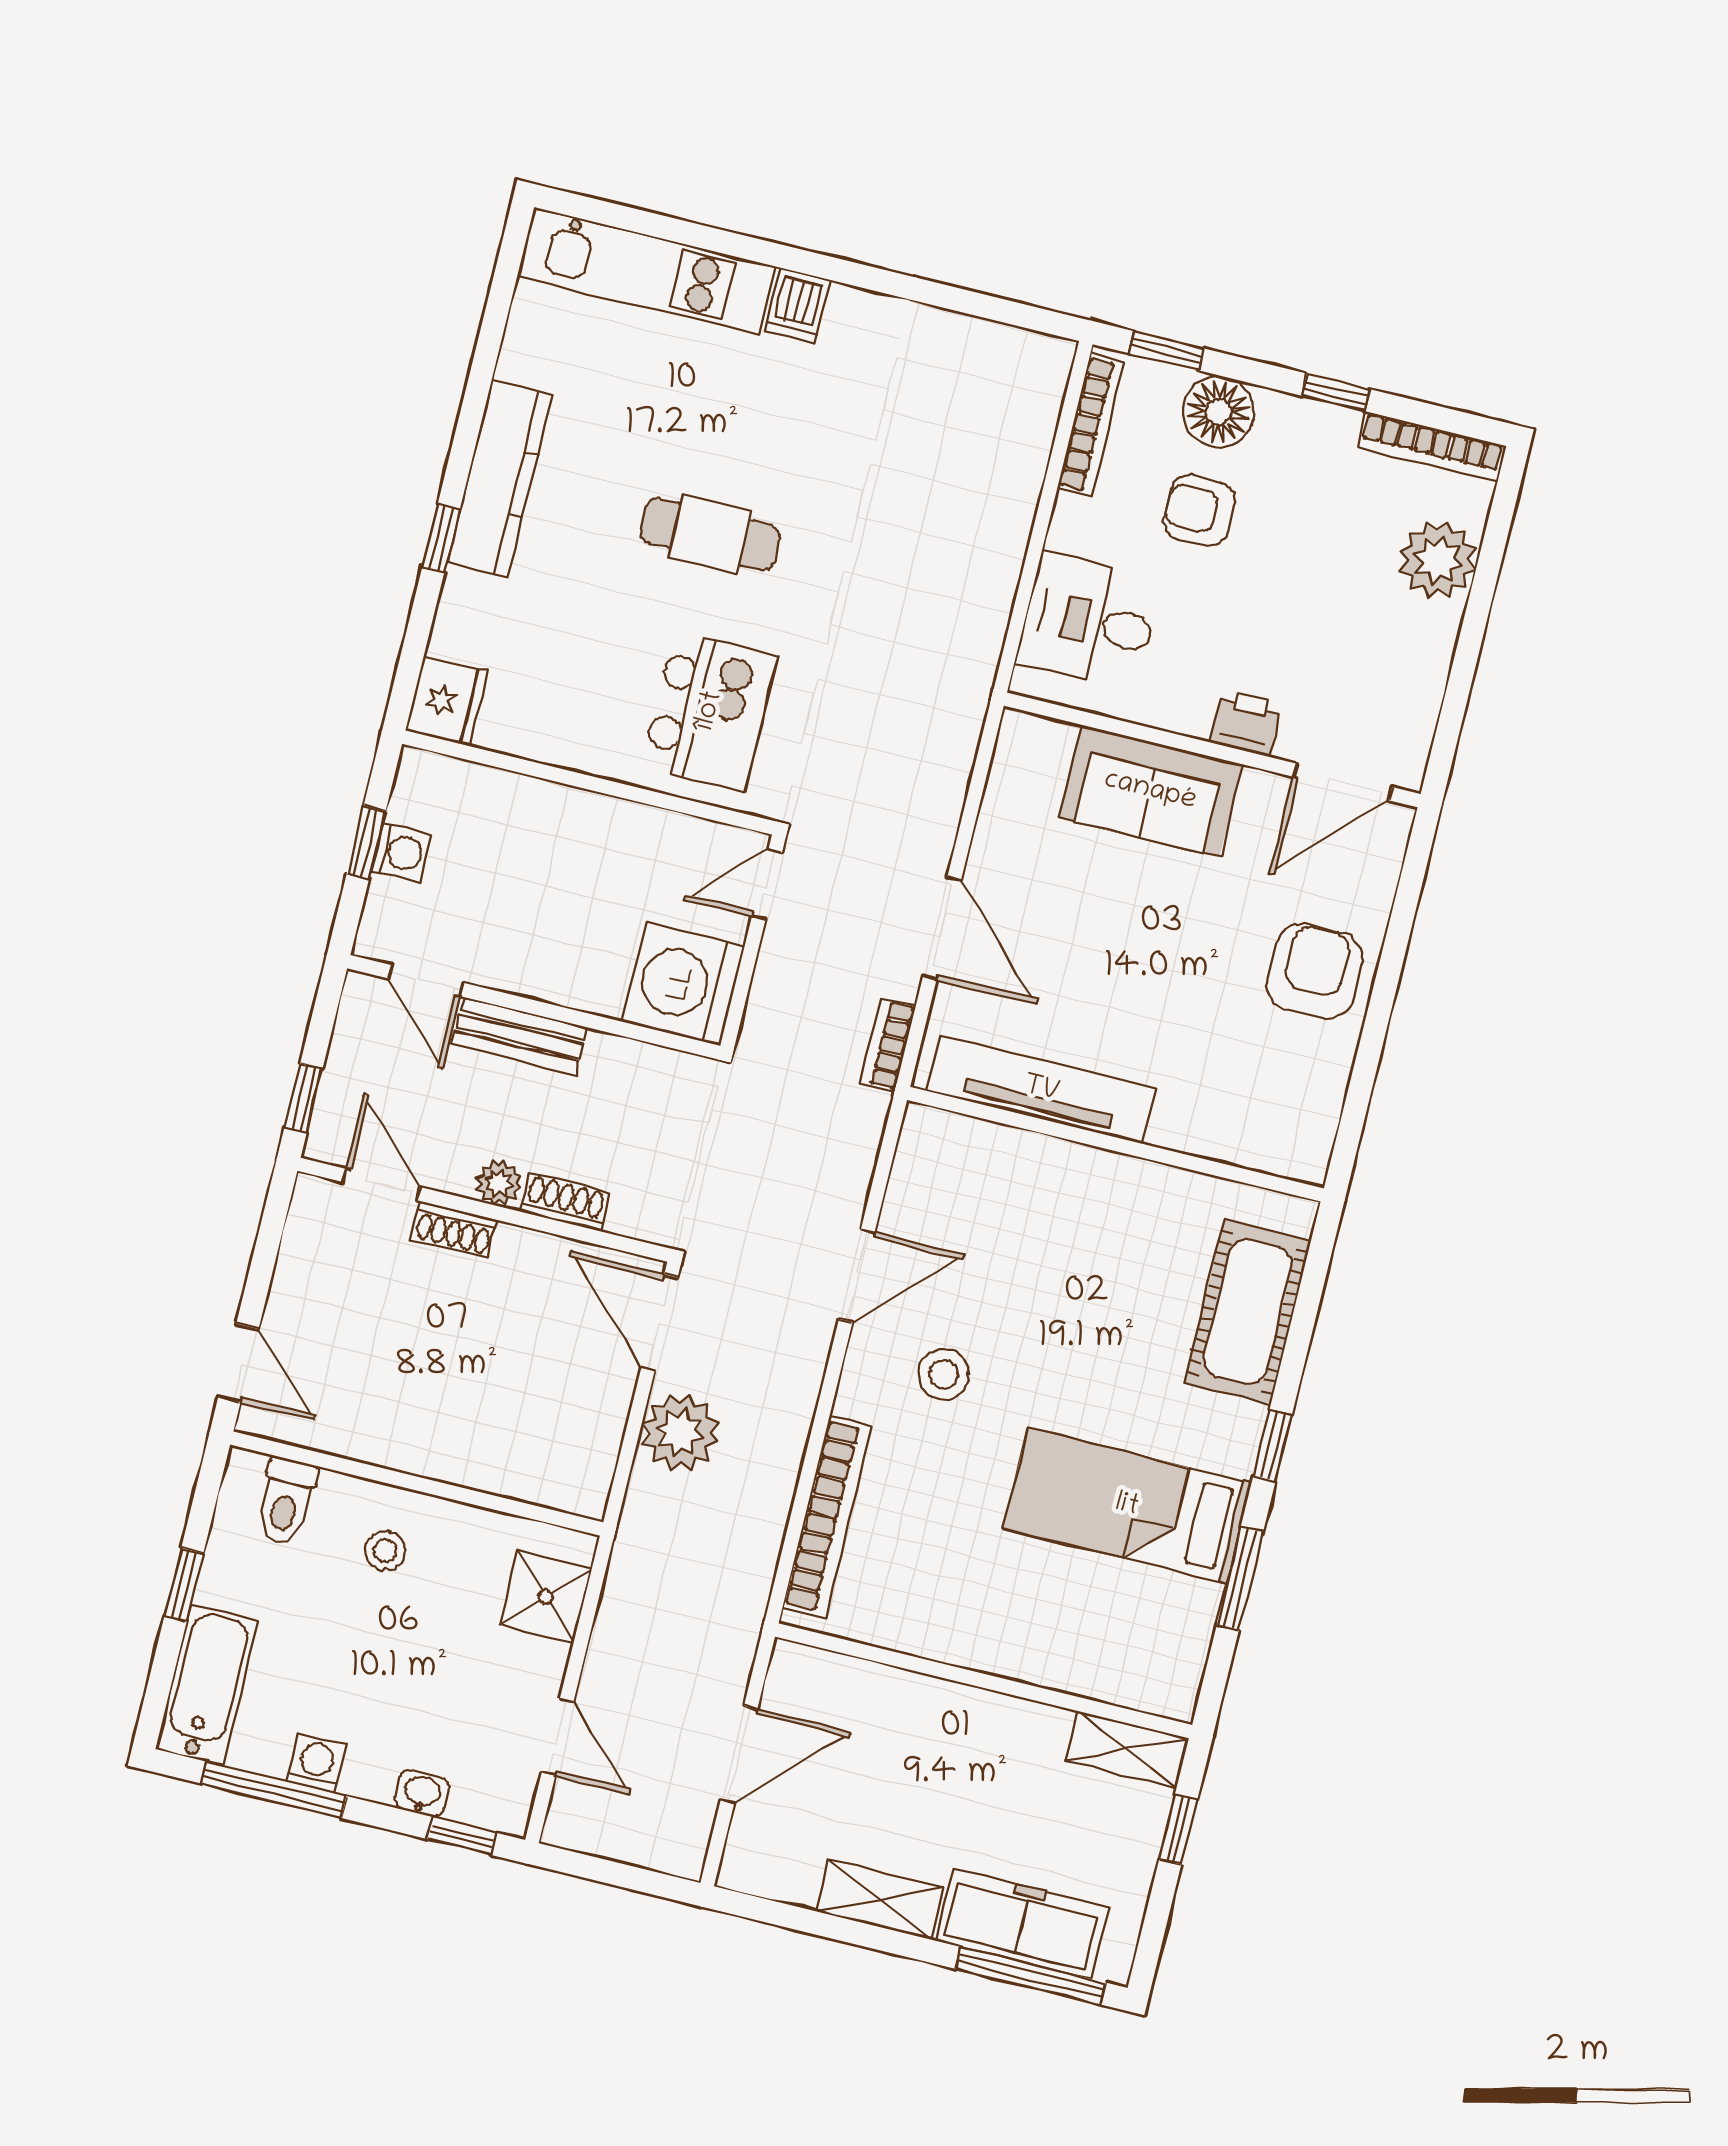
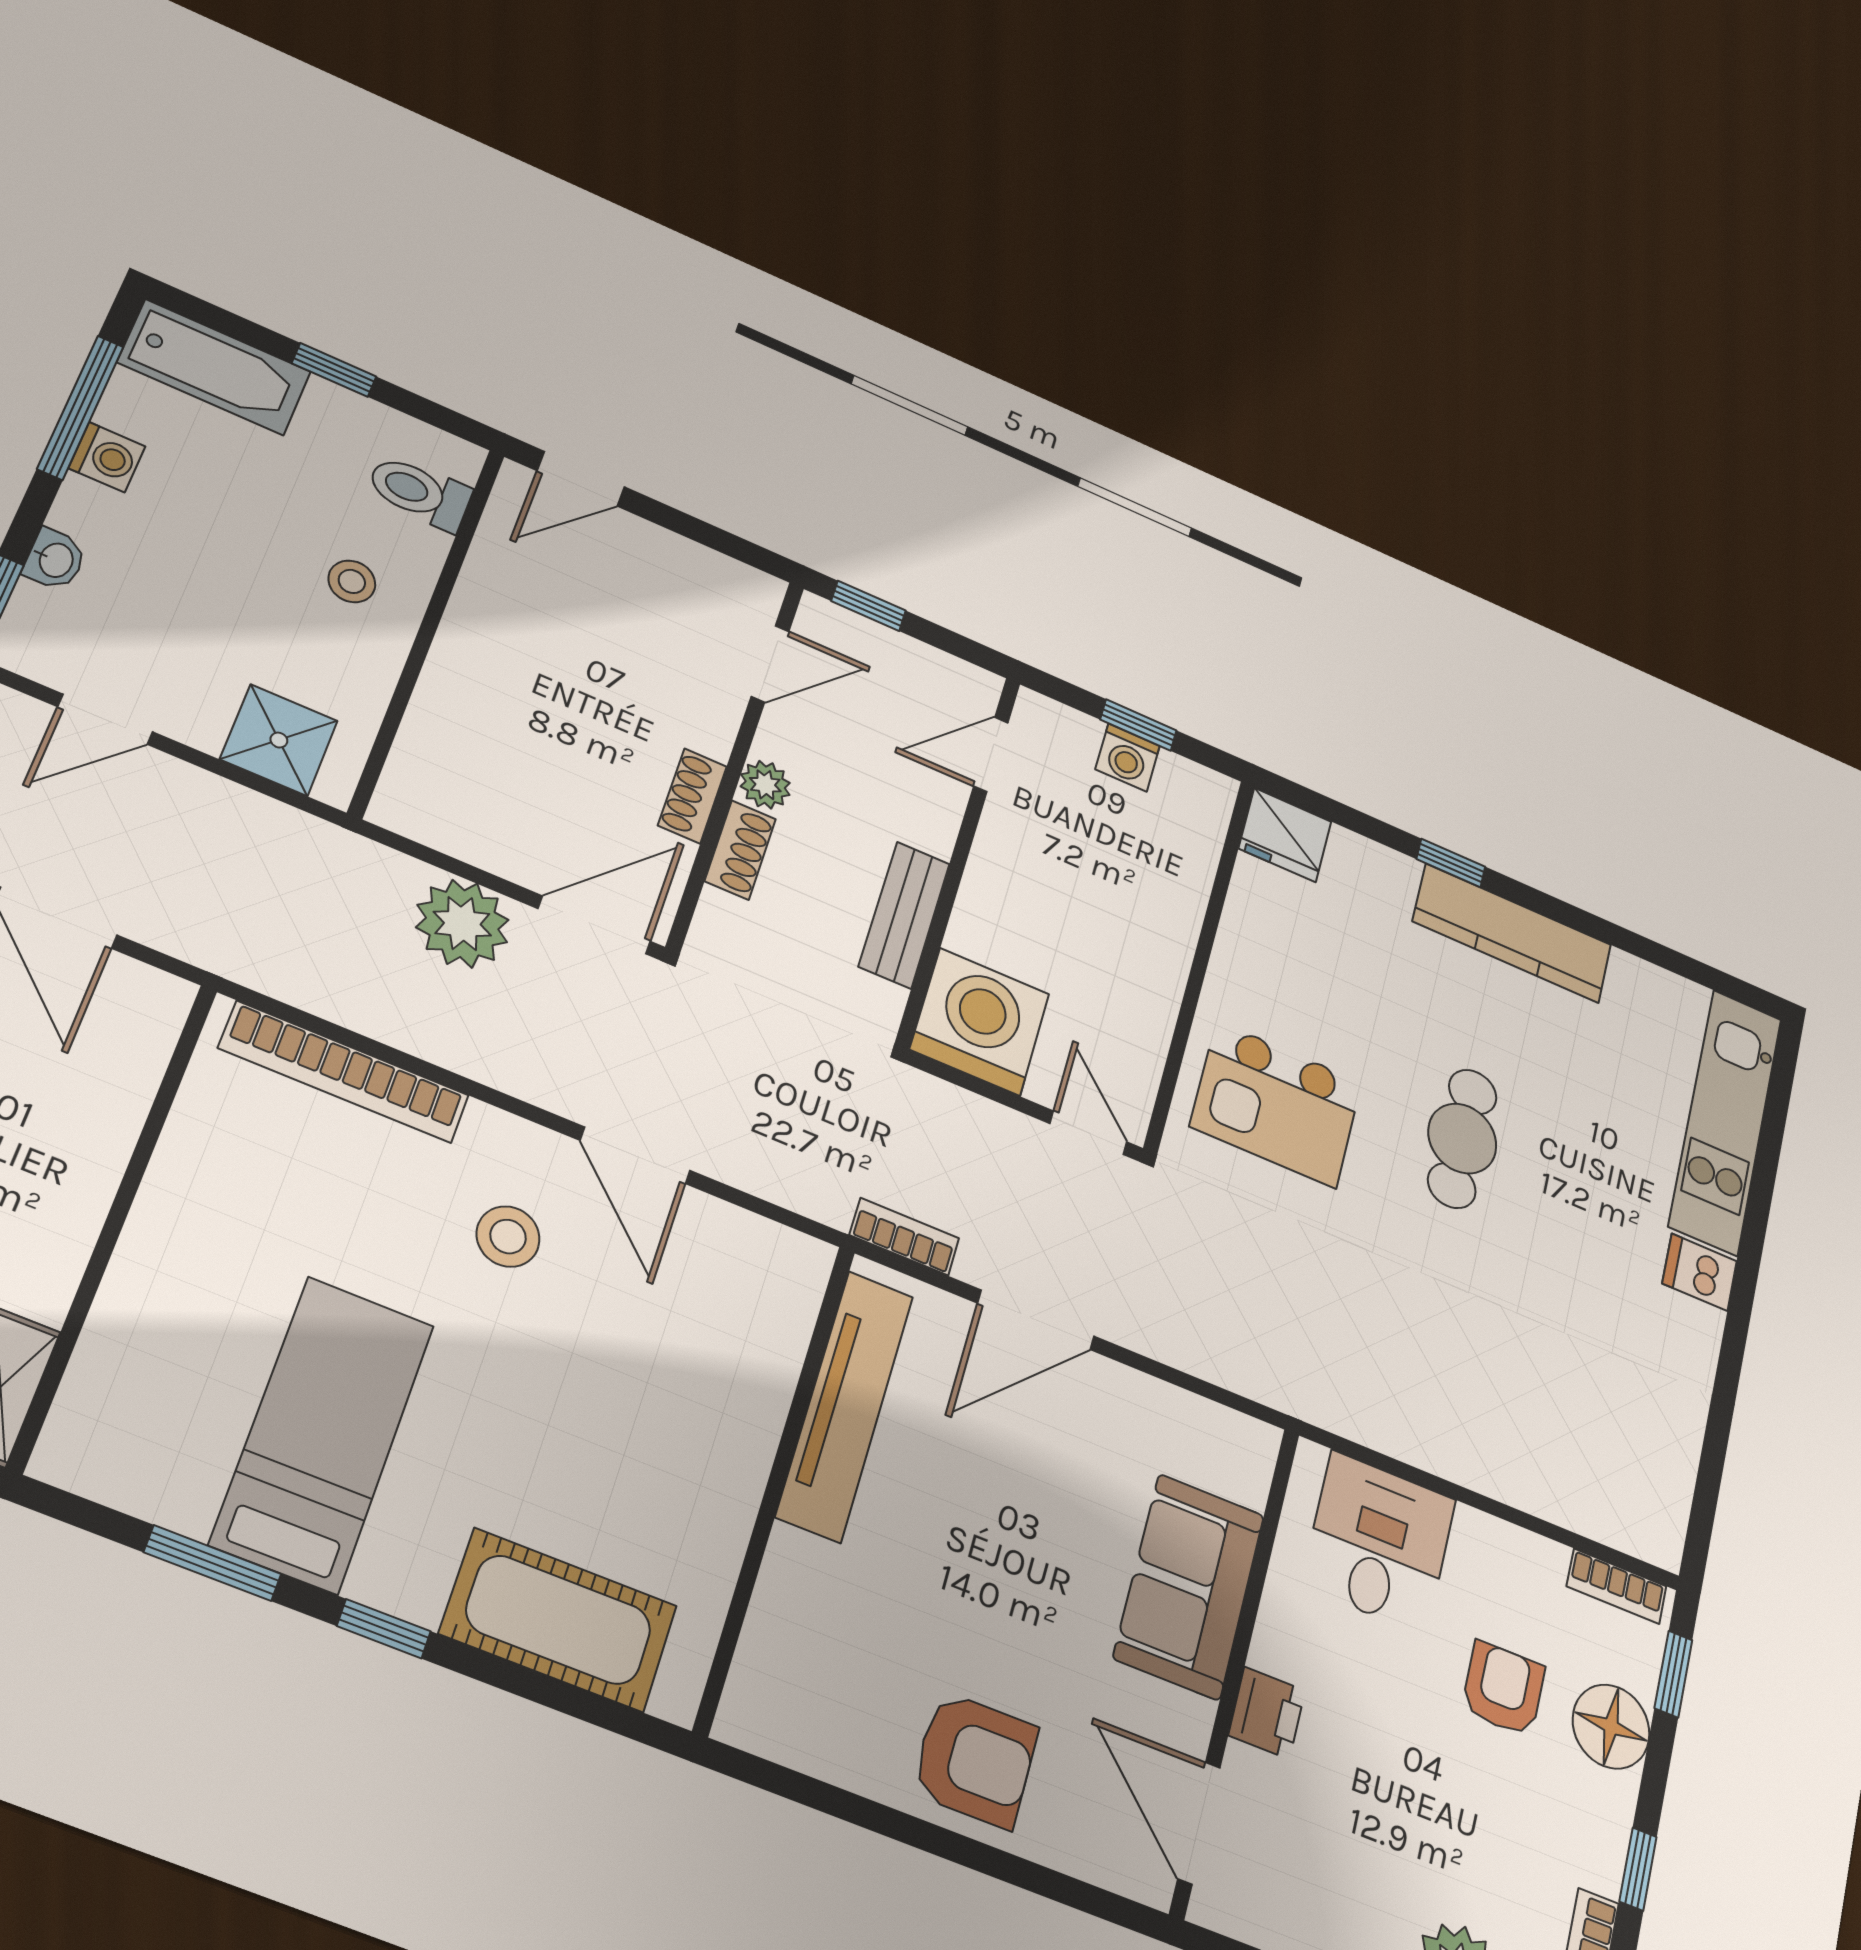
bookcase: (1091, 425) -> (1617, 1586), width x0.64
bench: (520, 1036) -> (904, 915), moved
shoe rack: (454, 1229) -> (692, 796), moved

